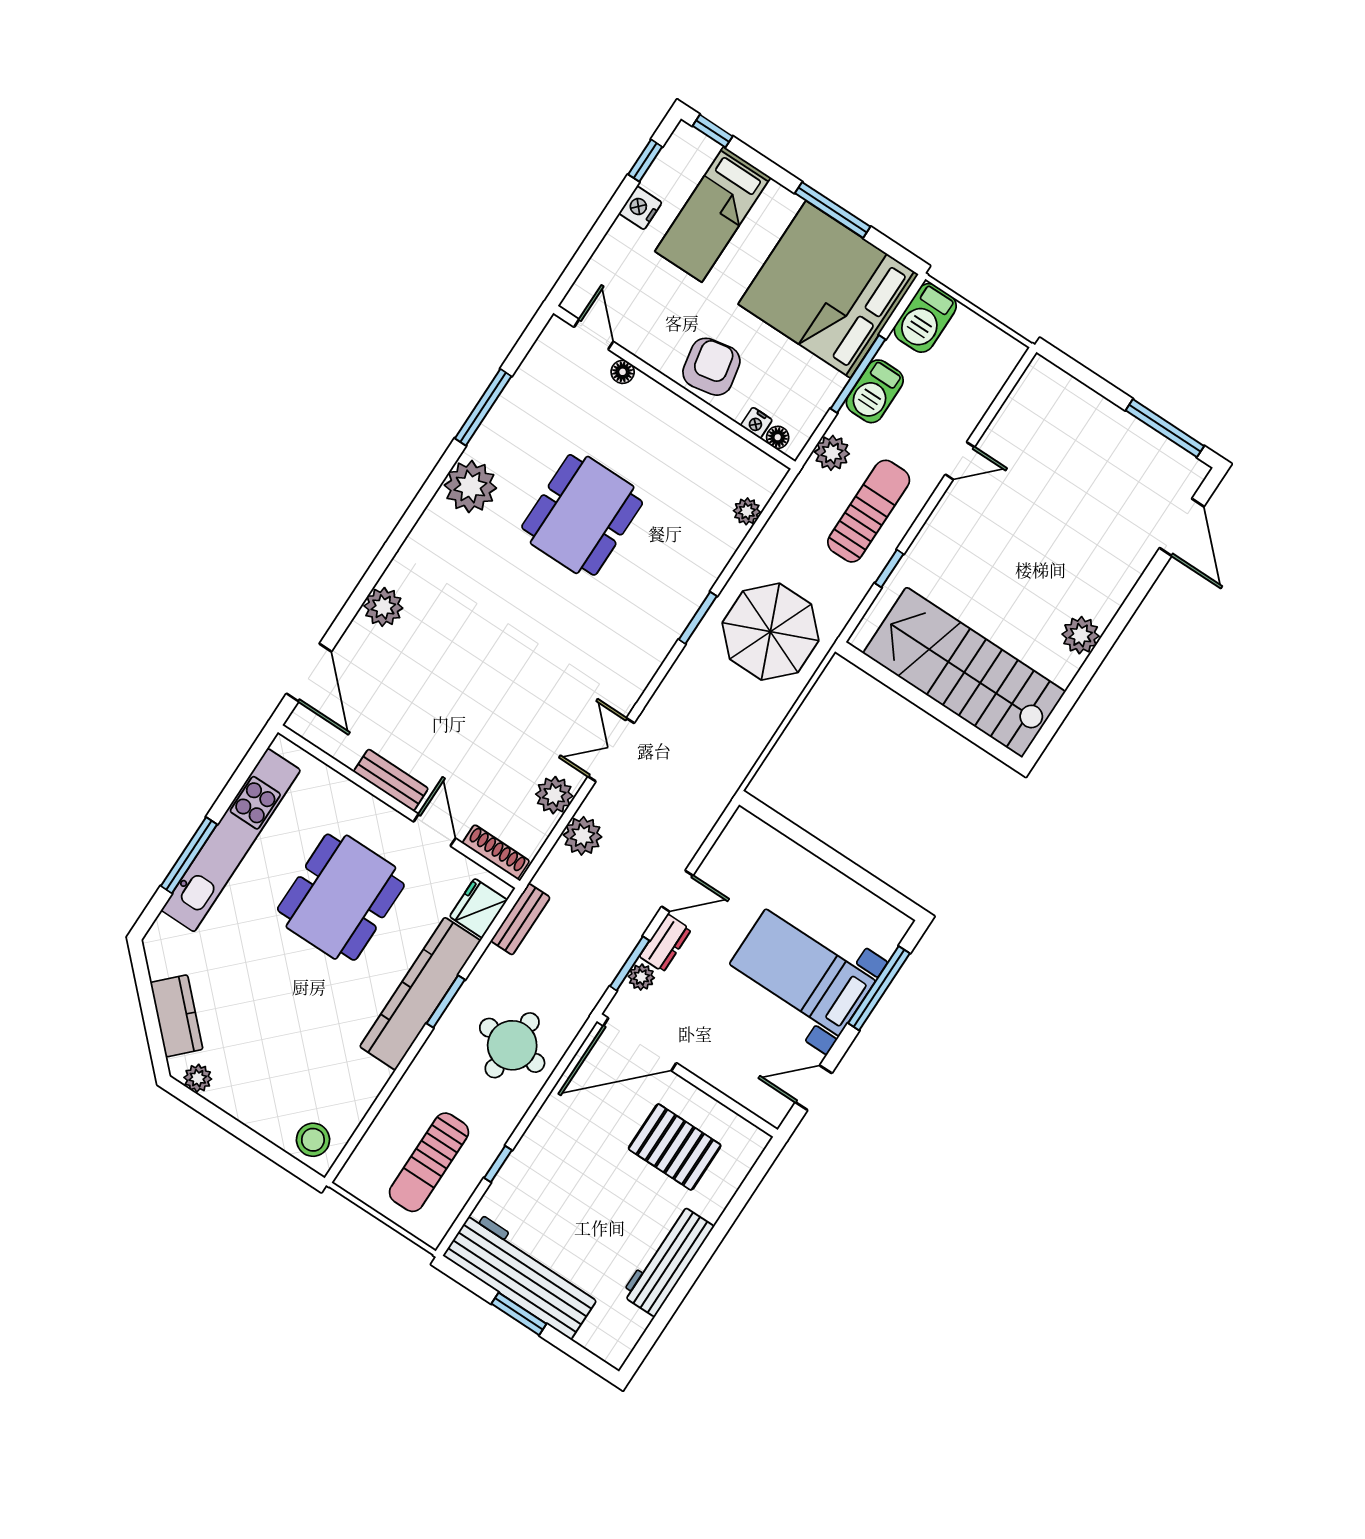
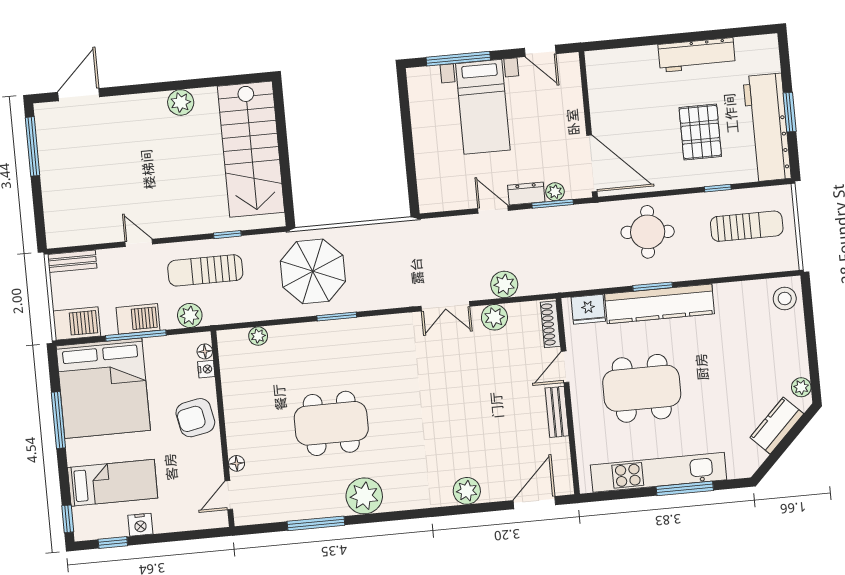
bench: (520, 919) -> (72, 261), moved
pallet: (675, 1147) -> (700, 132), moved

